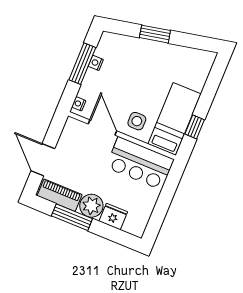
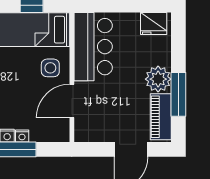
nightstand: (79, 104) -> (22, 136), moved
fridge: (113, 217) -> (154, 23), moved, turned -90

